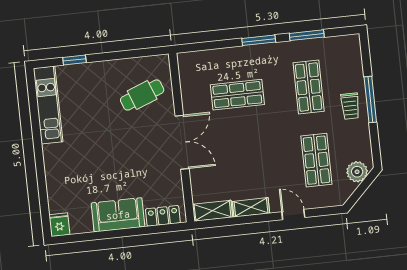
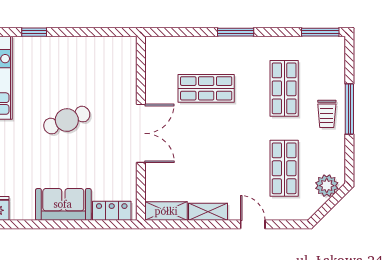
window: (307, 35) -> (320, 32), moved
cafe table: (142, 95) -> (67, 120), moved

